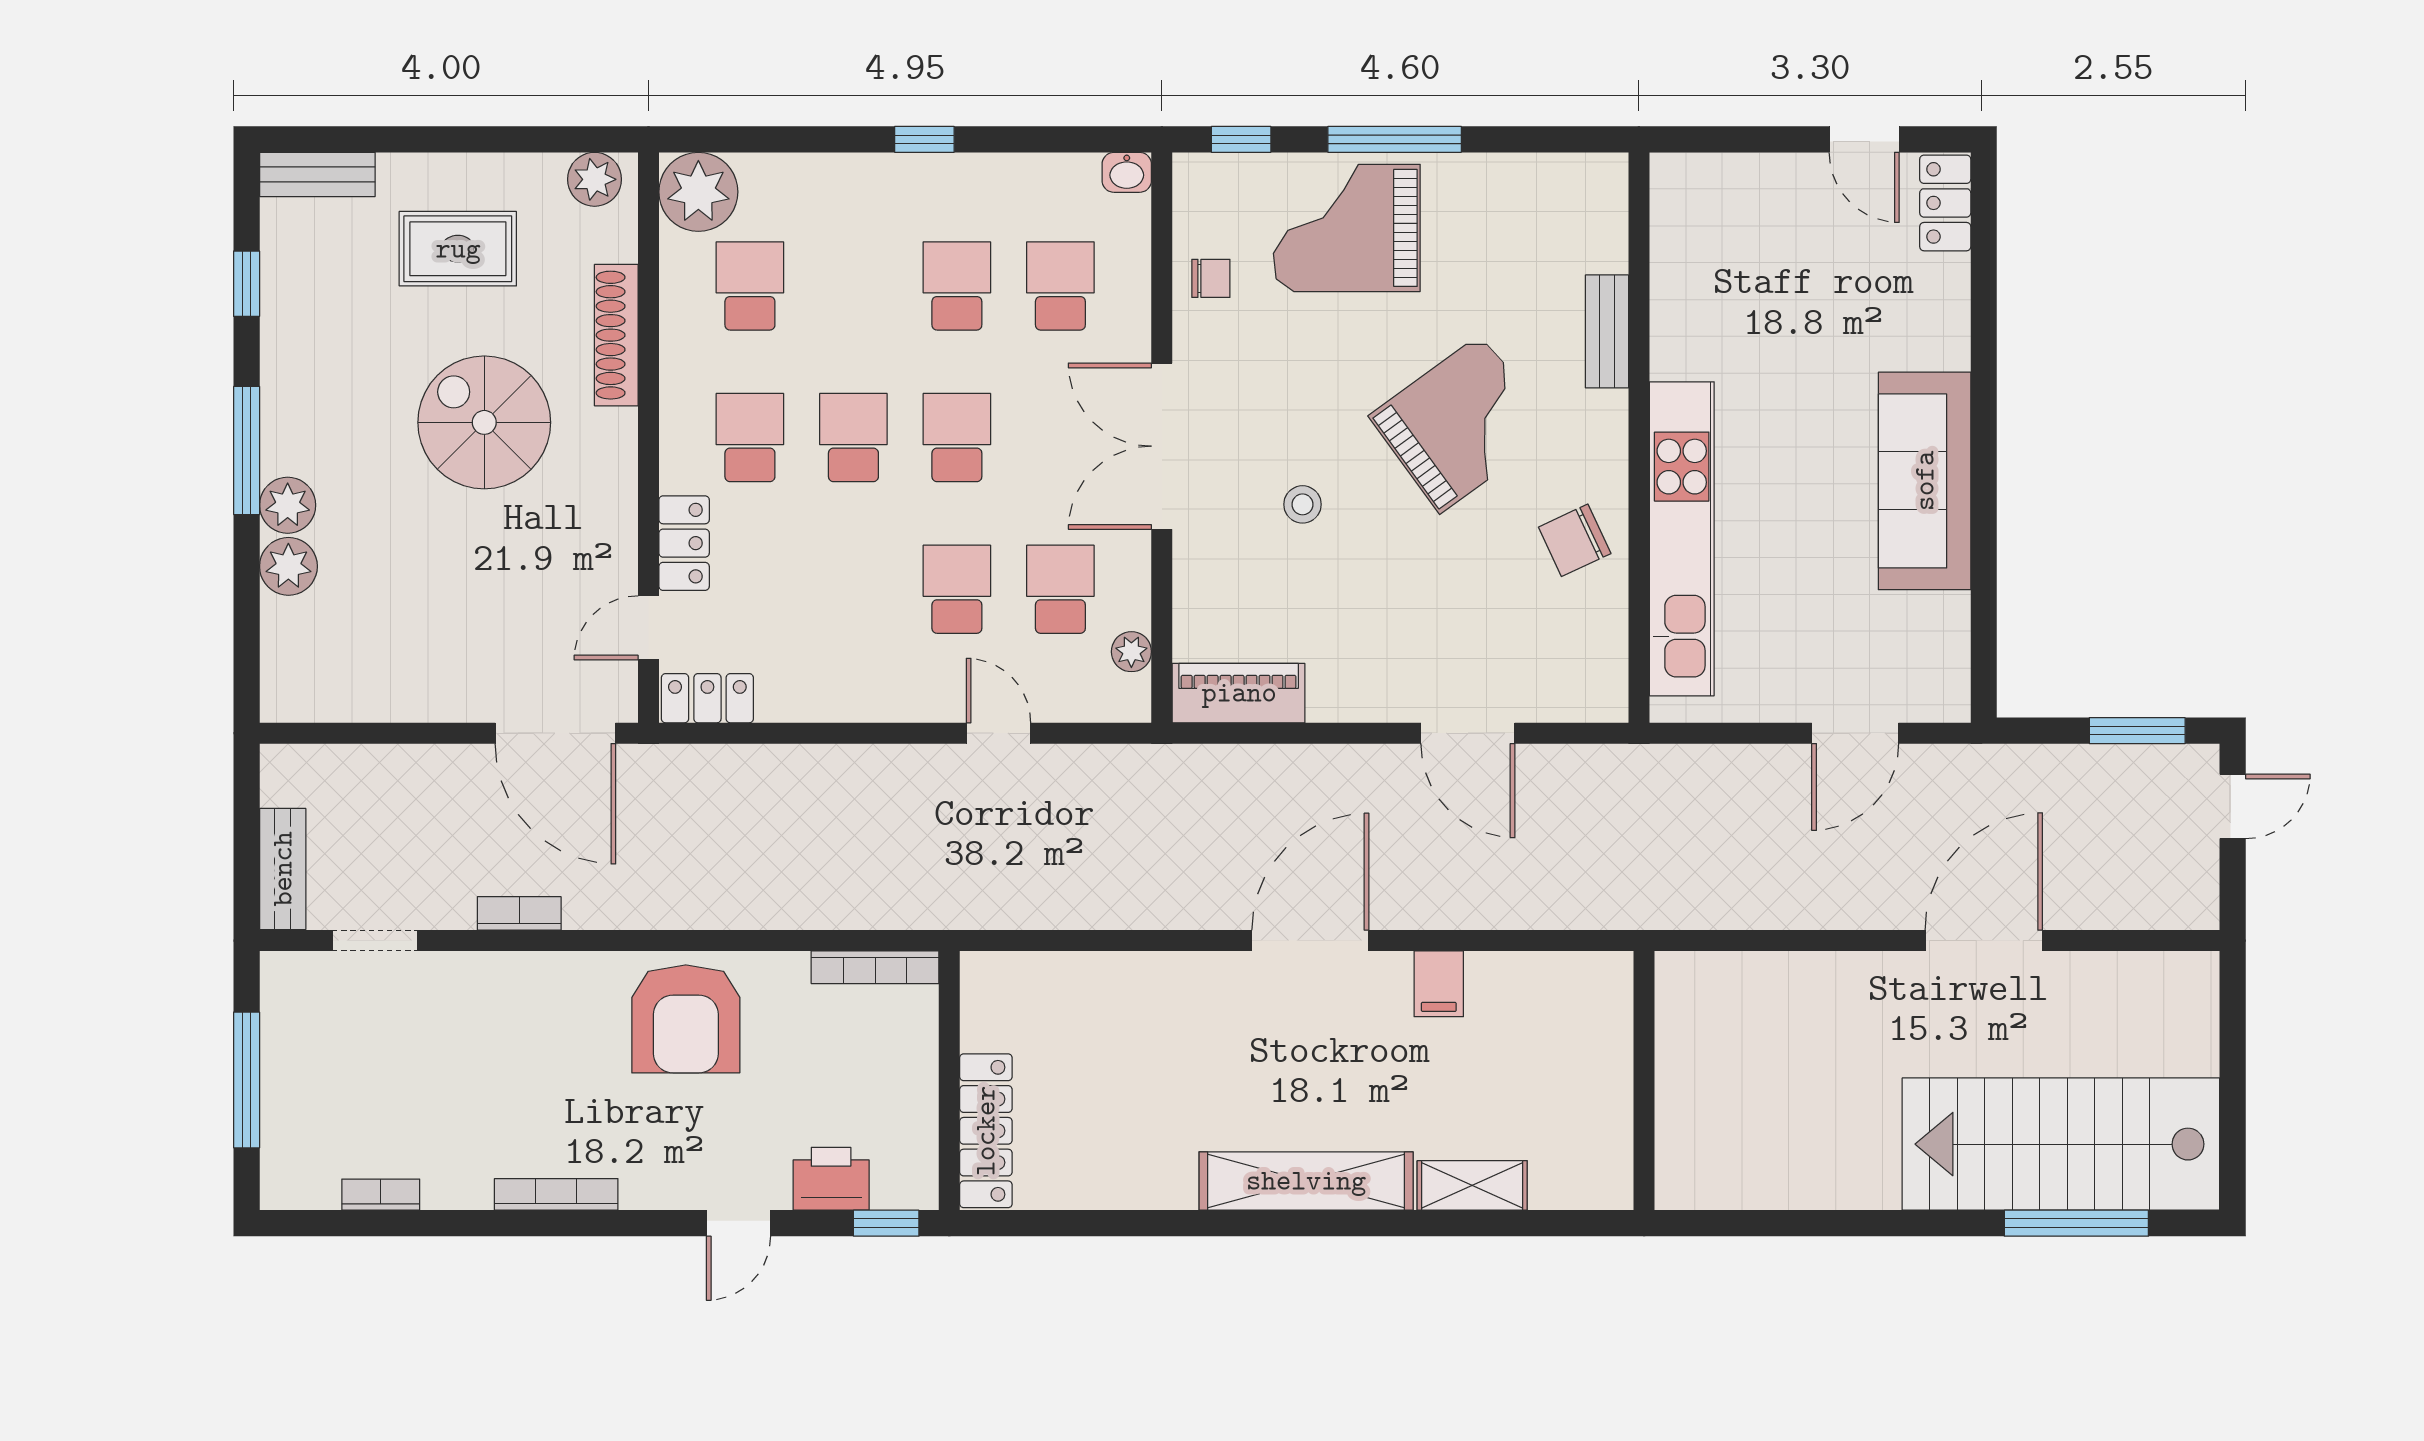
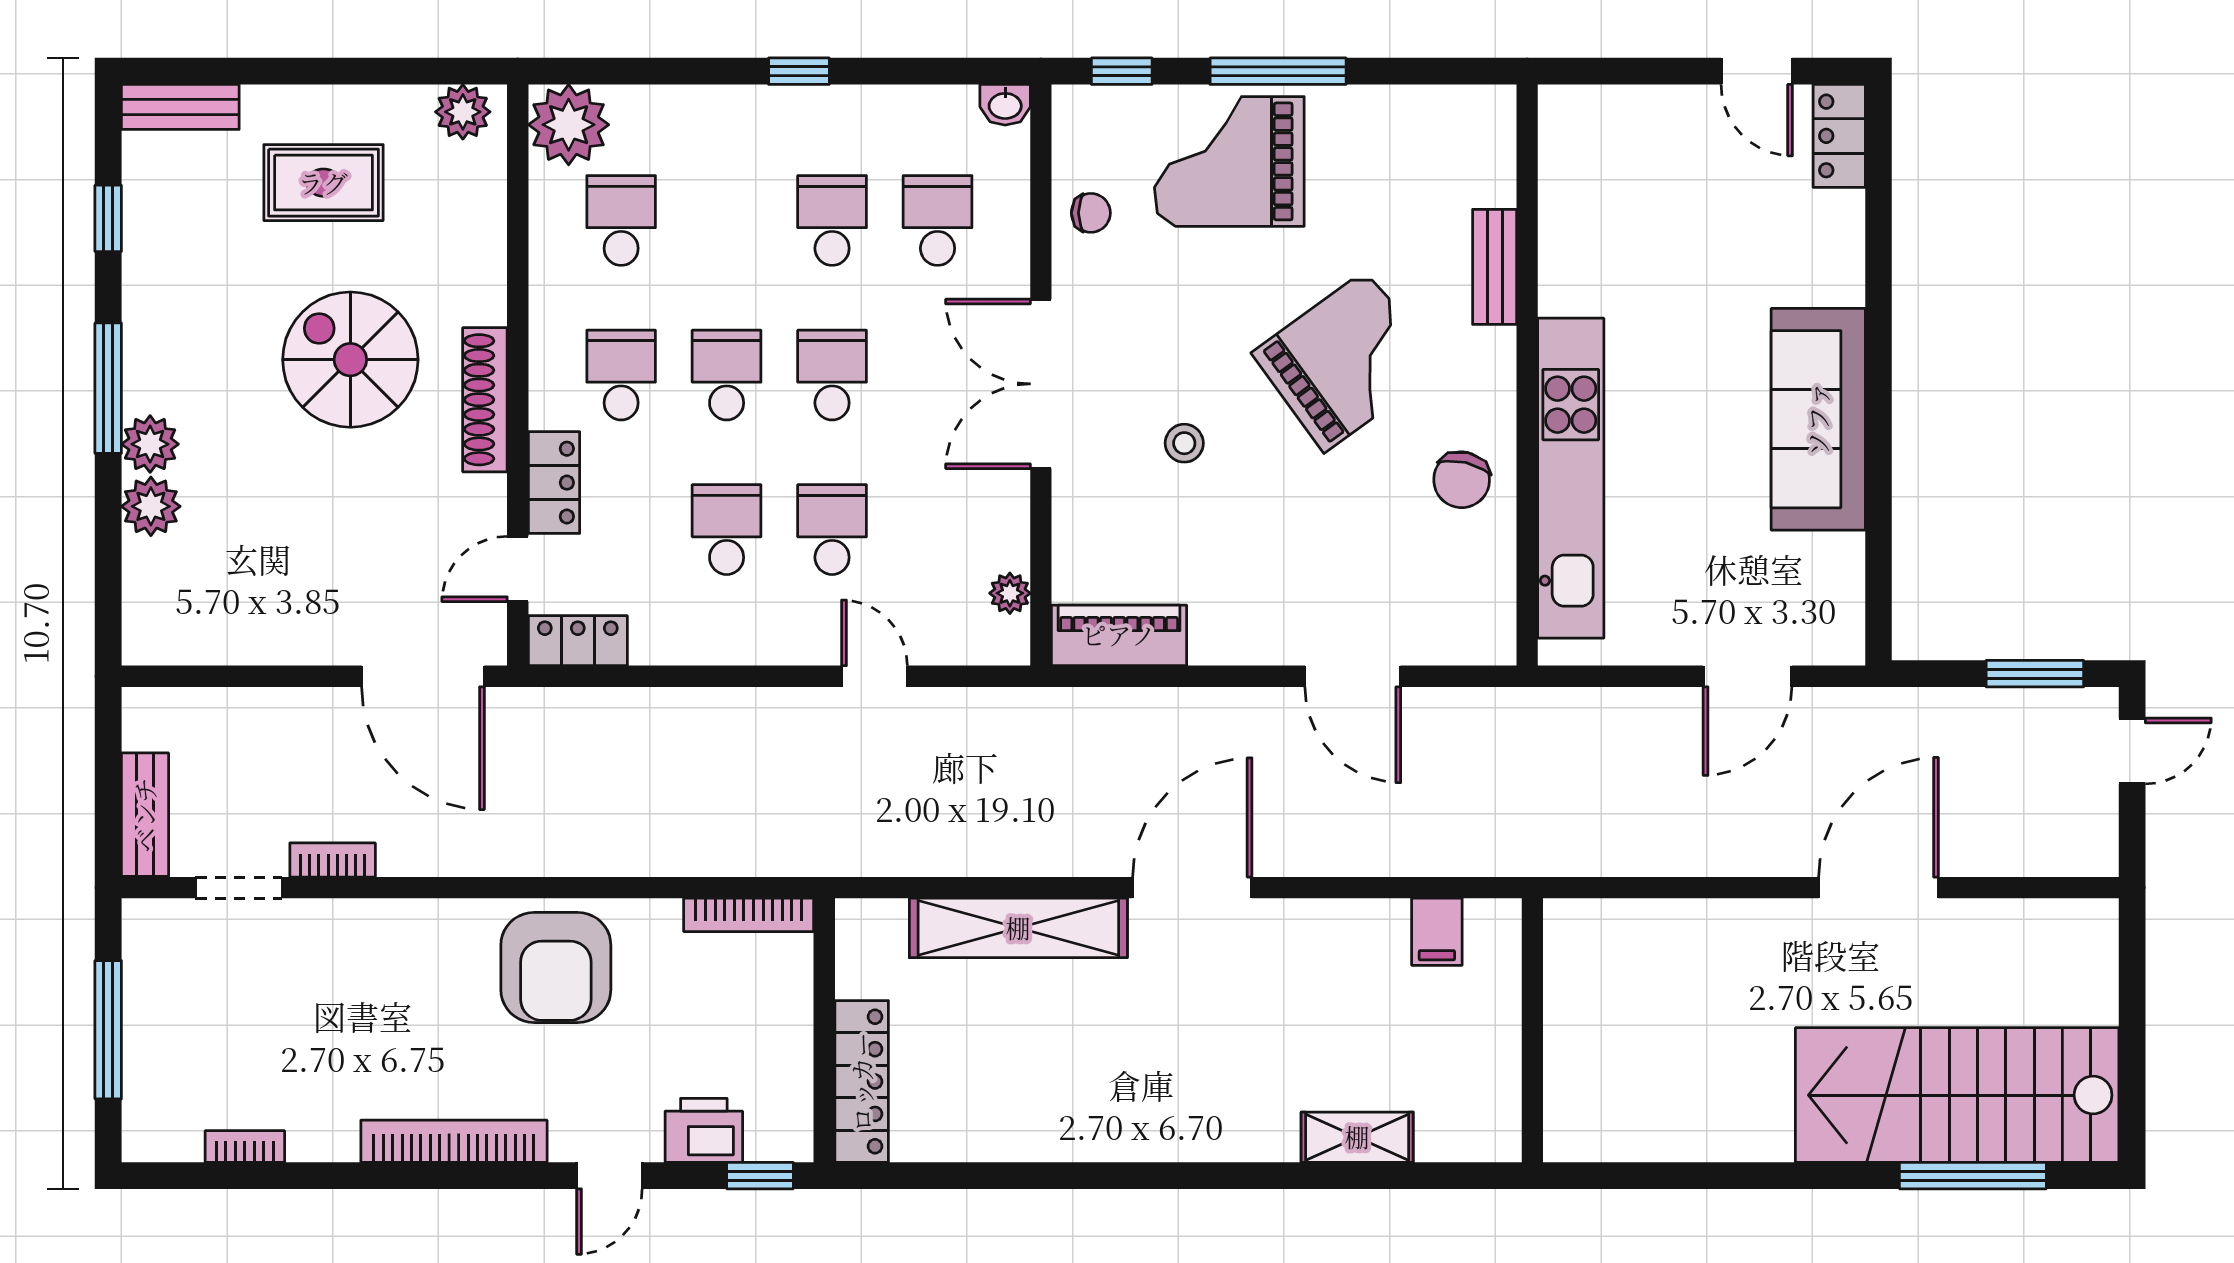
shoe rack: (616, 335) -> (485, 400), moved
chair: (1575, 540) -> (1462, 480), turned -52
school desk: (1060, 589) -> (727, 530), moved
bookcase: (519, 913) -> (333, 860), moved
filing cabinet: (1439, 984) -> (1437, 932), moved
shelving: (1306, 1181) -> (1018, 928), moved
bookcase: (556, 1194) -> (454, 1141), width x1.48, depth x1.31

